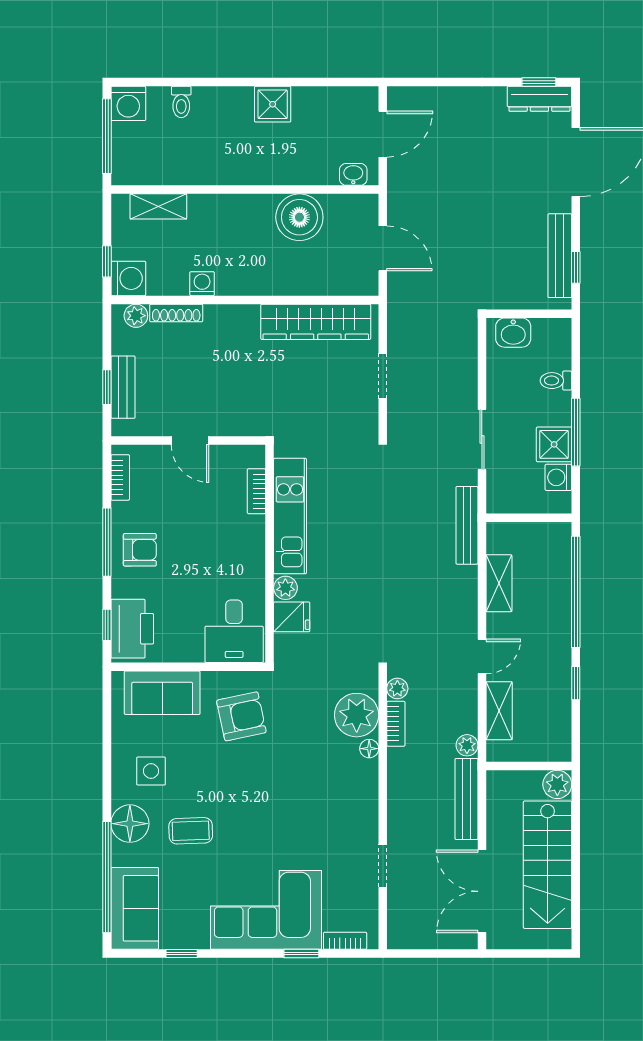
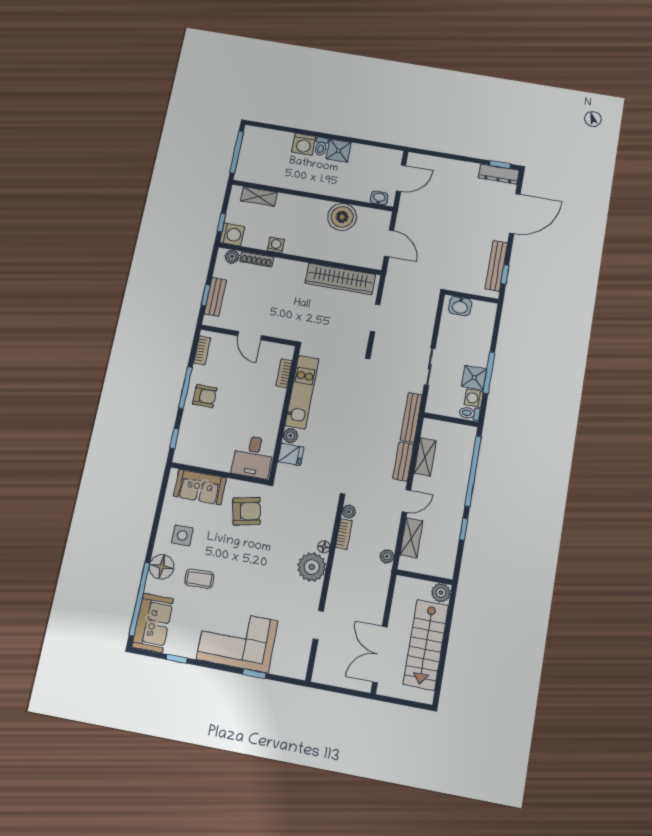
toilet: (181, 102) -> (321, 146), moved
washing machine: (128, 103) -> (304, 144), moved
toilet: (556, 381) -> (470, 413), moved
printer: (132, 629) -> (190, 444), removed
plant: (357, 715) -> (312, 567), moved
bench: (466, 799) -> (403, 461), moved, width x0.73
bookcase: (345, 941) -> (284, 671), removed

